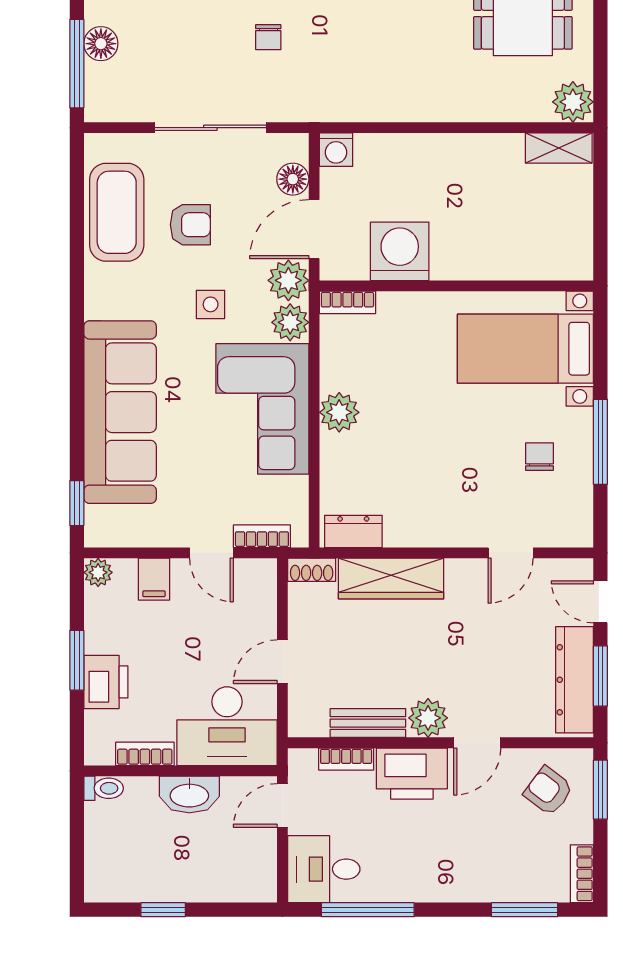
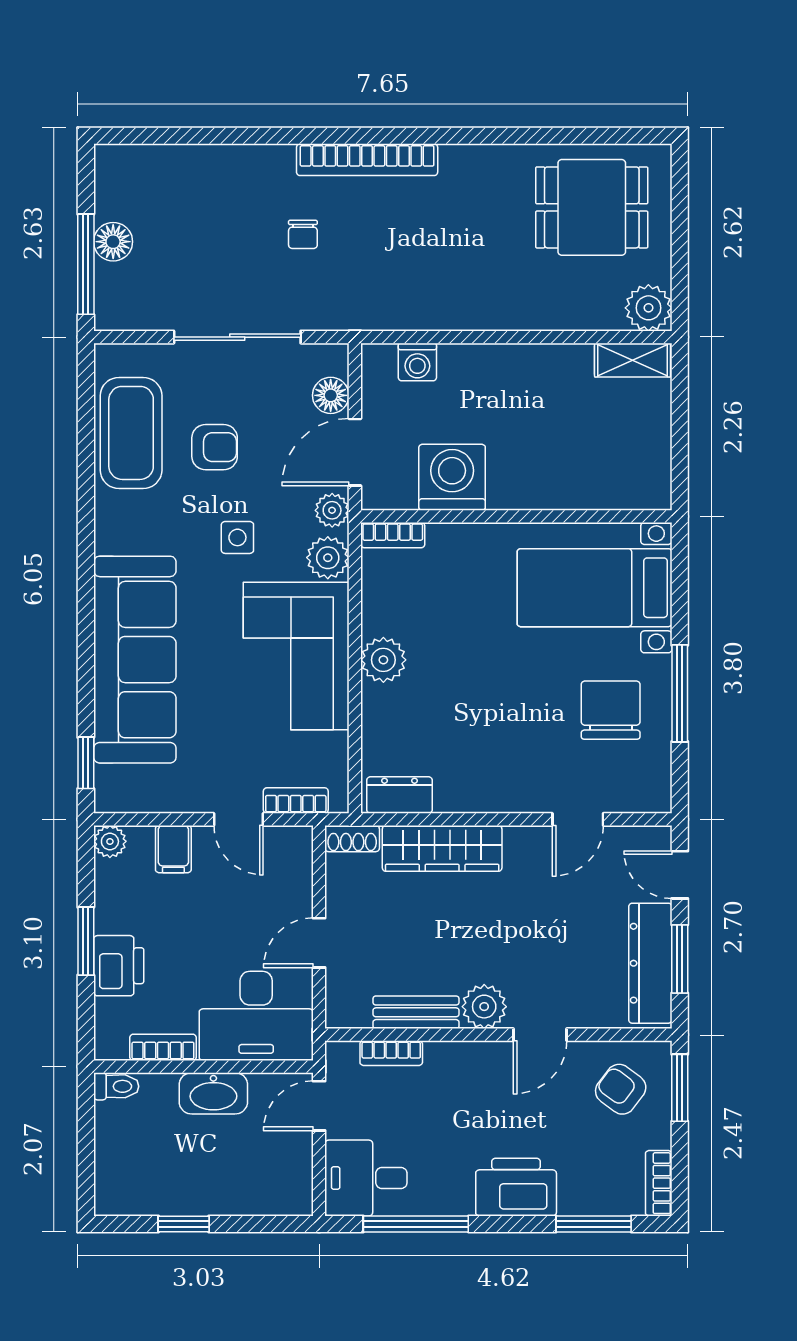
washing machine: (336, 150) -> (417, 362), moved
plant: (288, 280) -> (332, 510), width x0.73, depth x0.73
chair: (540, 457) -> (611, 710), width x1.87, depth x1.87
printer: (412, 774) -> (516, 1187), moved, turned 180

